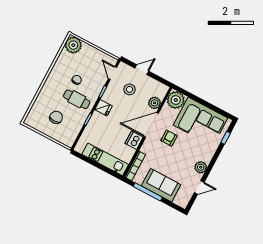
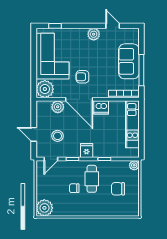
plant: (69, 142) -> (134, 165), added

